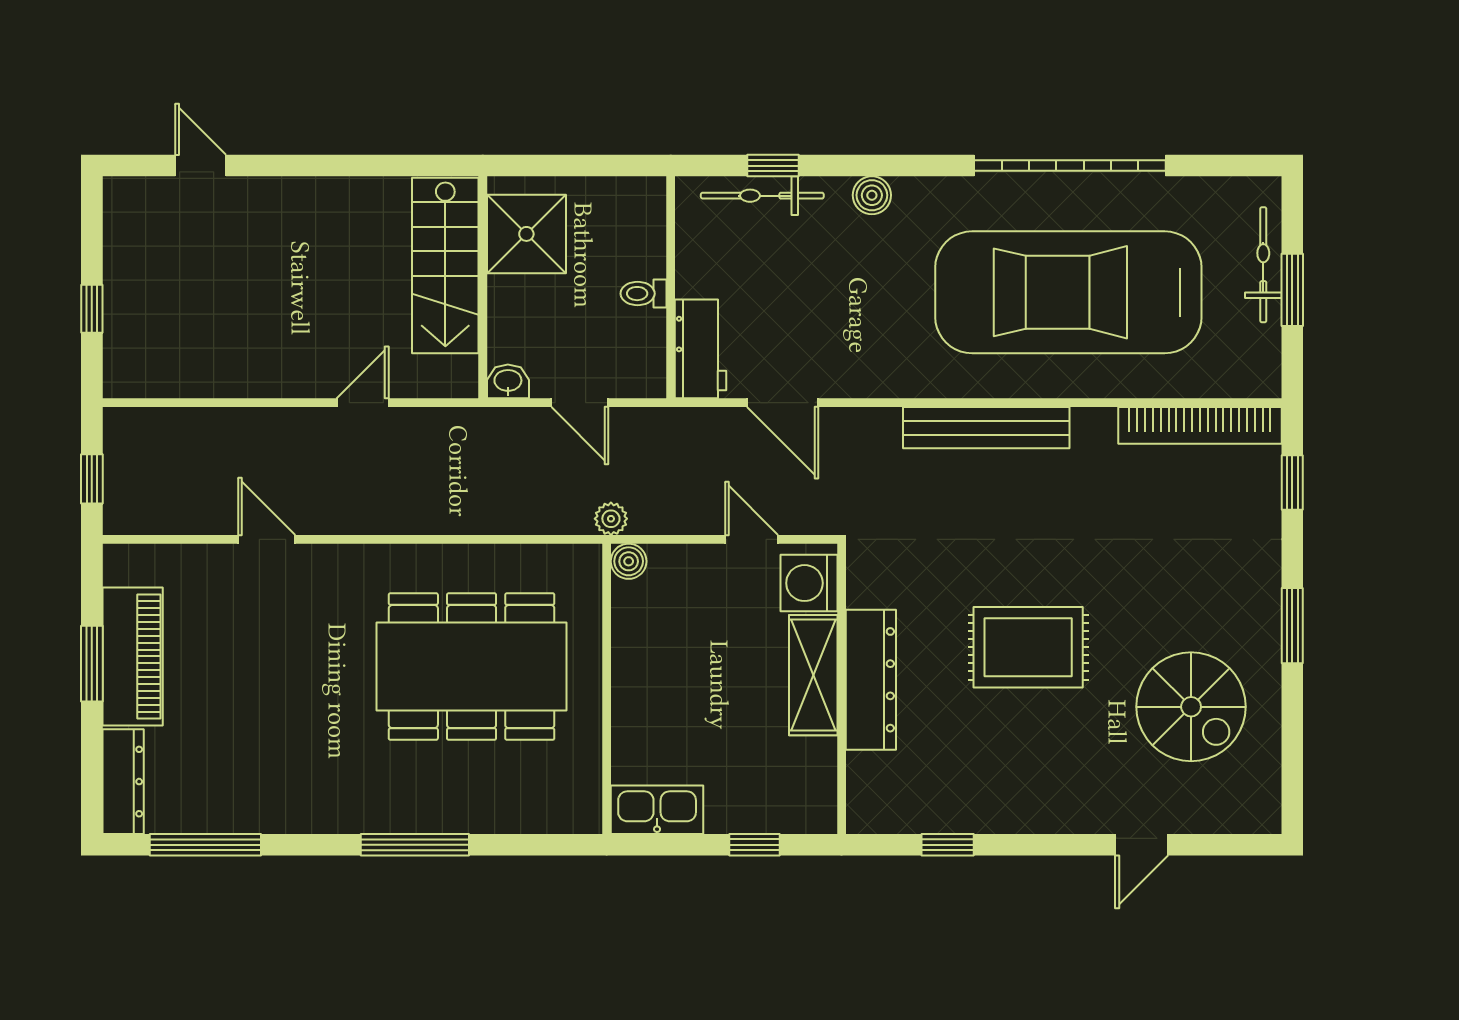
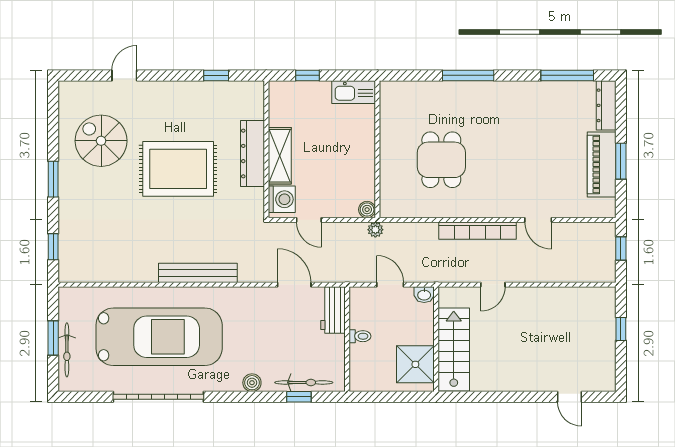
bookcase: (1200, 425) -> (478, 231), moved, turned 180
rug: (1028, 647) -> (178, 169), width x1.37, depth x1.44
dining table: (472, 667) -> (441, 160), width x0.53, depth x0.80

